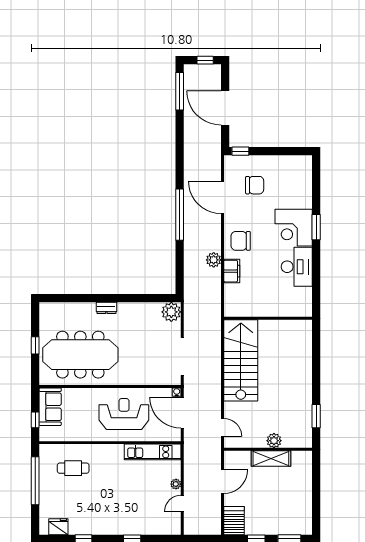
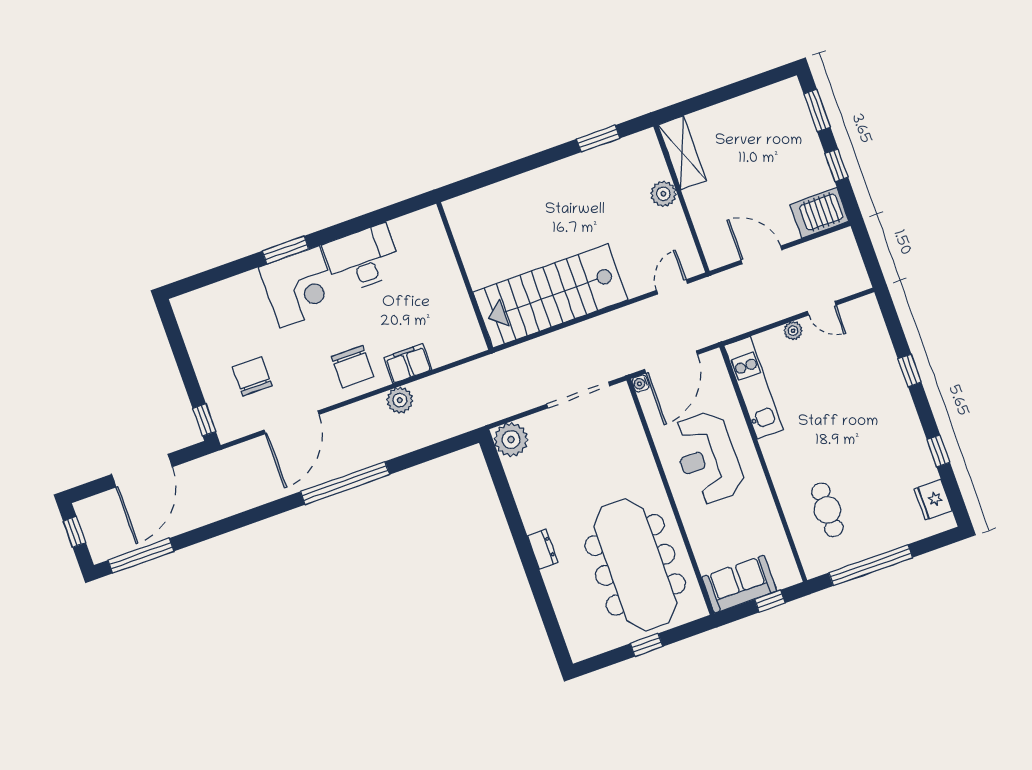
shelving: (271, 459) -> (682, 153), moved

